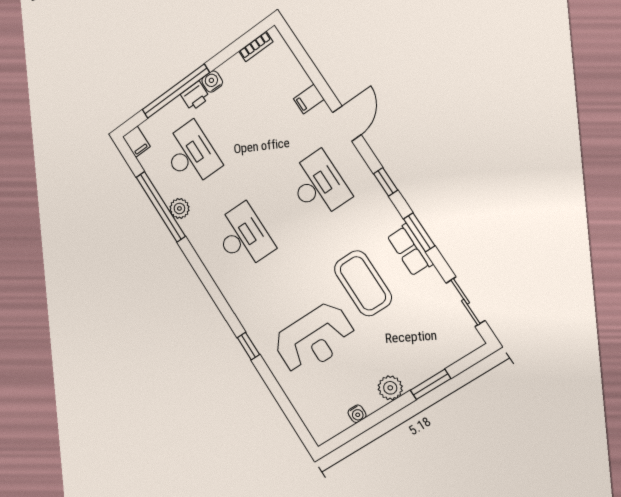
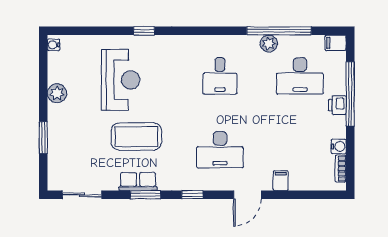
water cooler: (212, 82) -> (339, 146), moved
door: (347, 124) -> (247, 195), hinge flipped
desk: (243, 237) -> (220, 76), width x0.73
reception desk: (314, 339) -> (121, 80), turned 180
plant: (390, 388) -> (57, 93), moved
water cooler: (357, 414) -> (53, 45), moved

